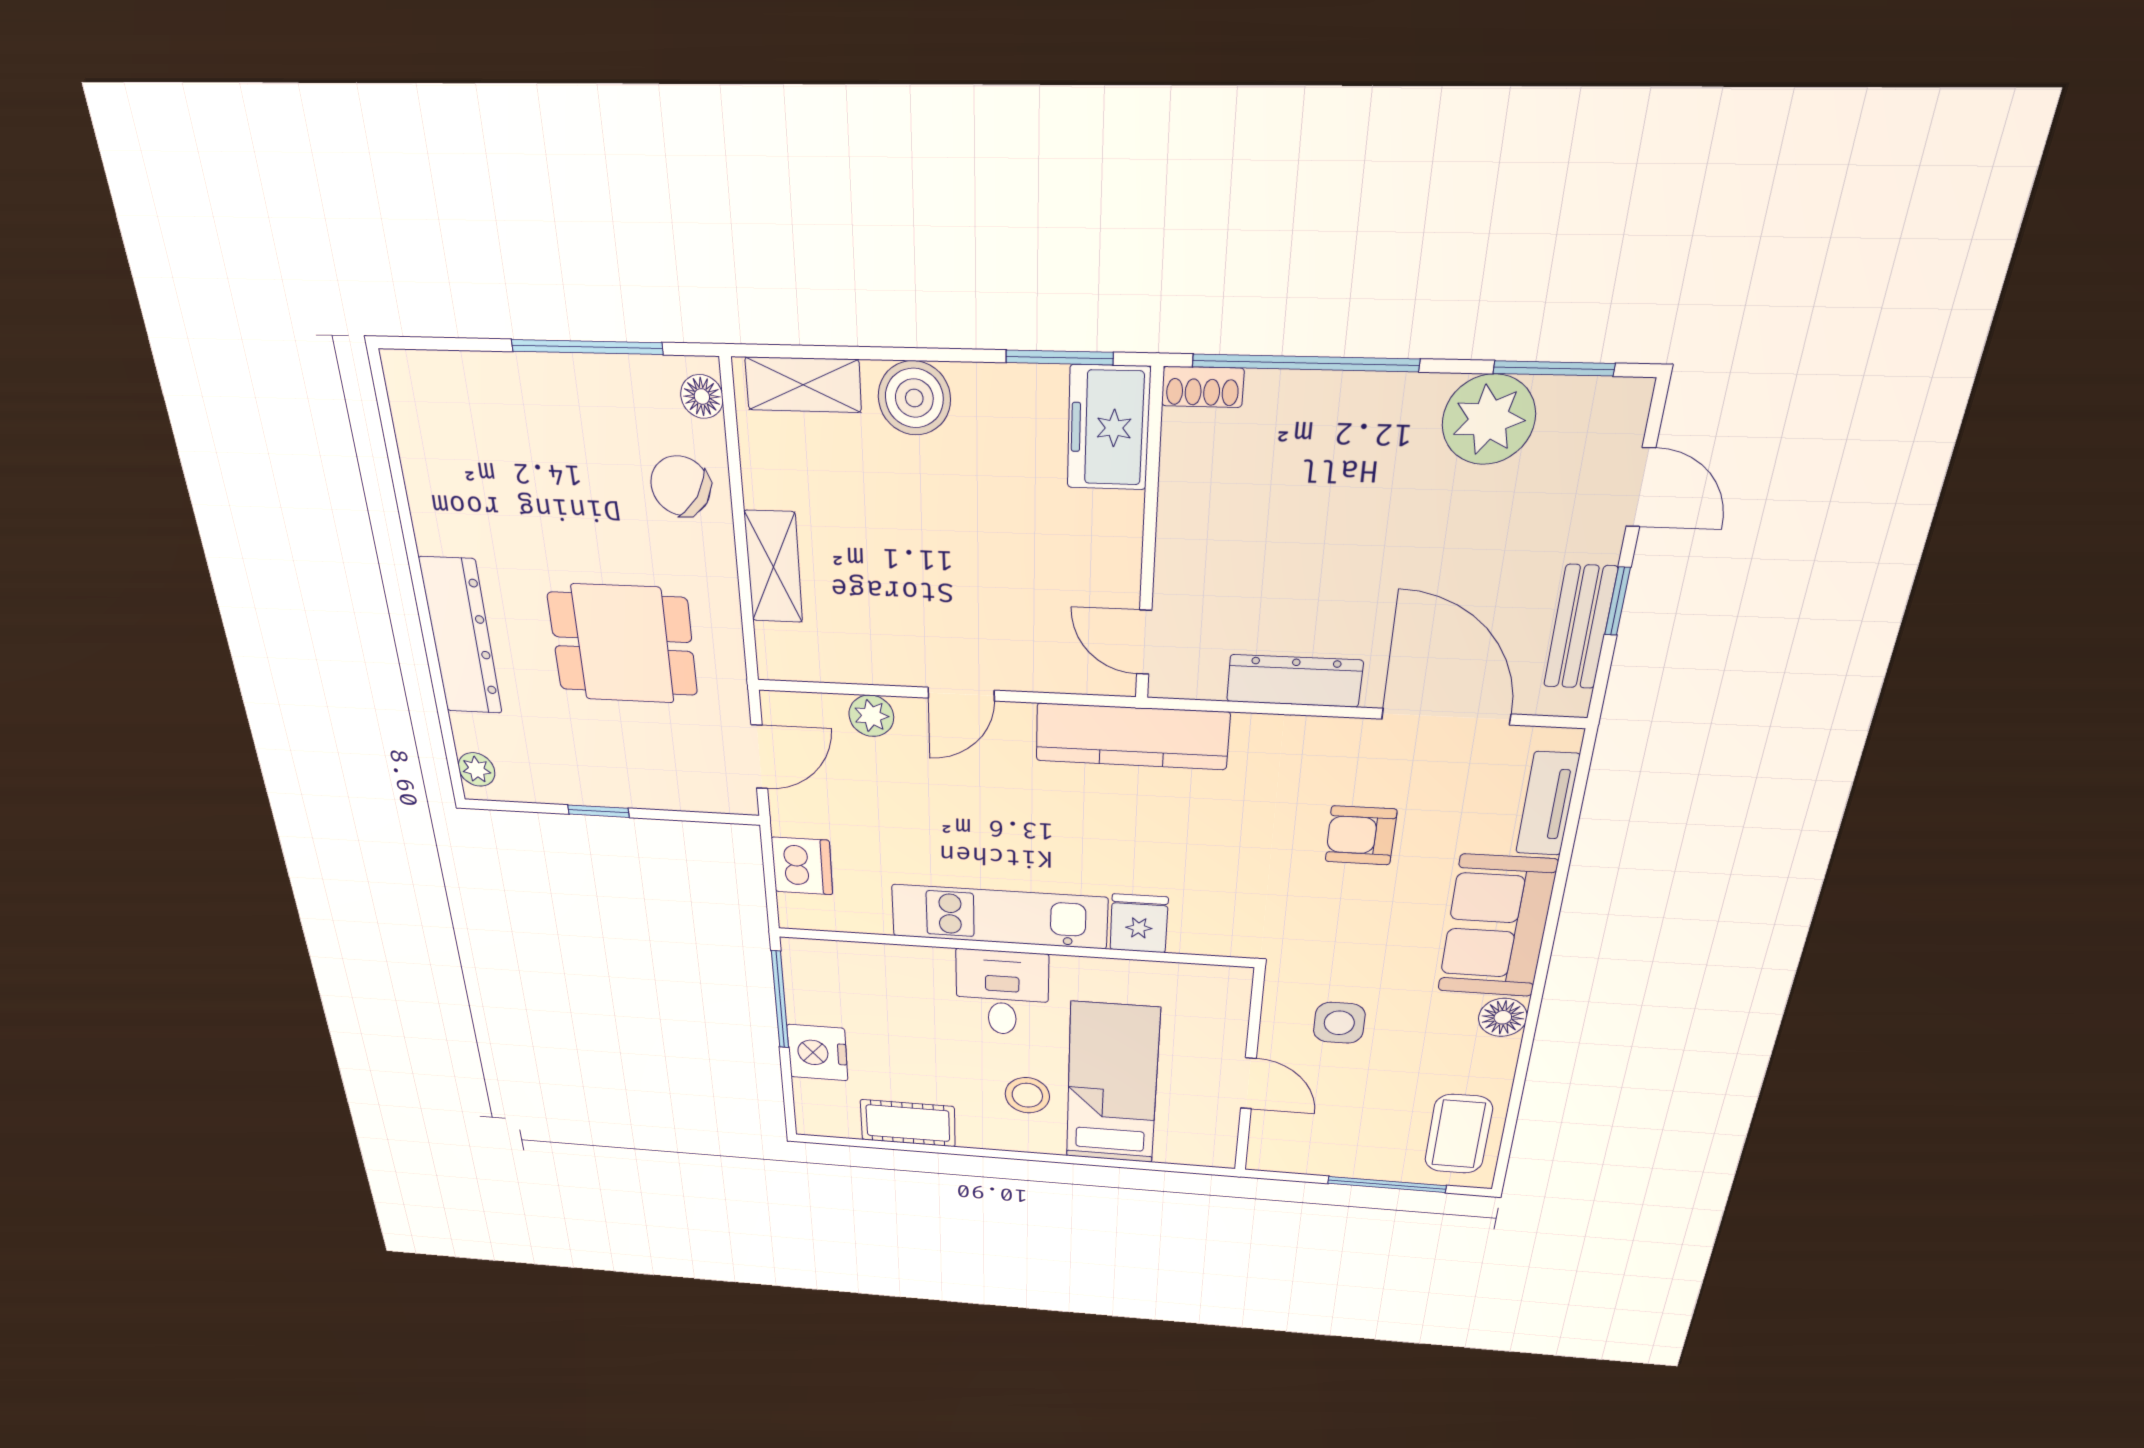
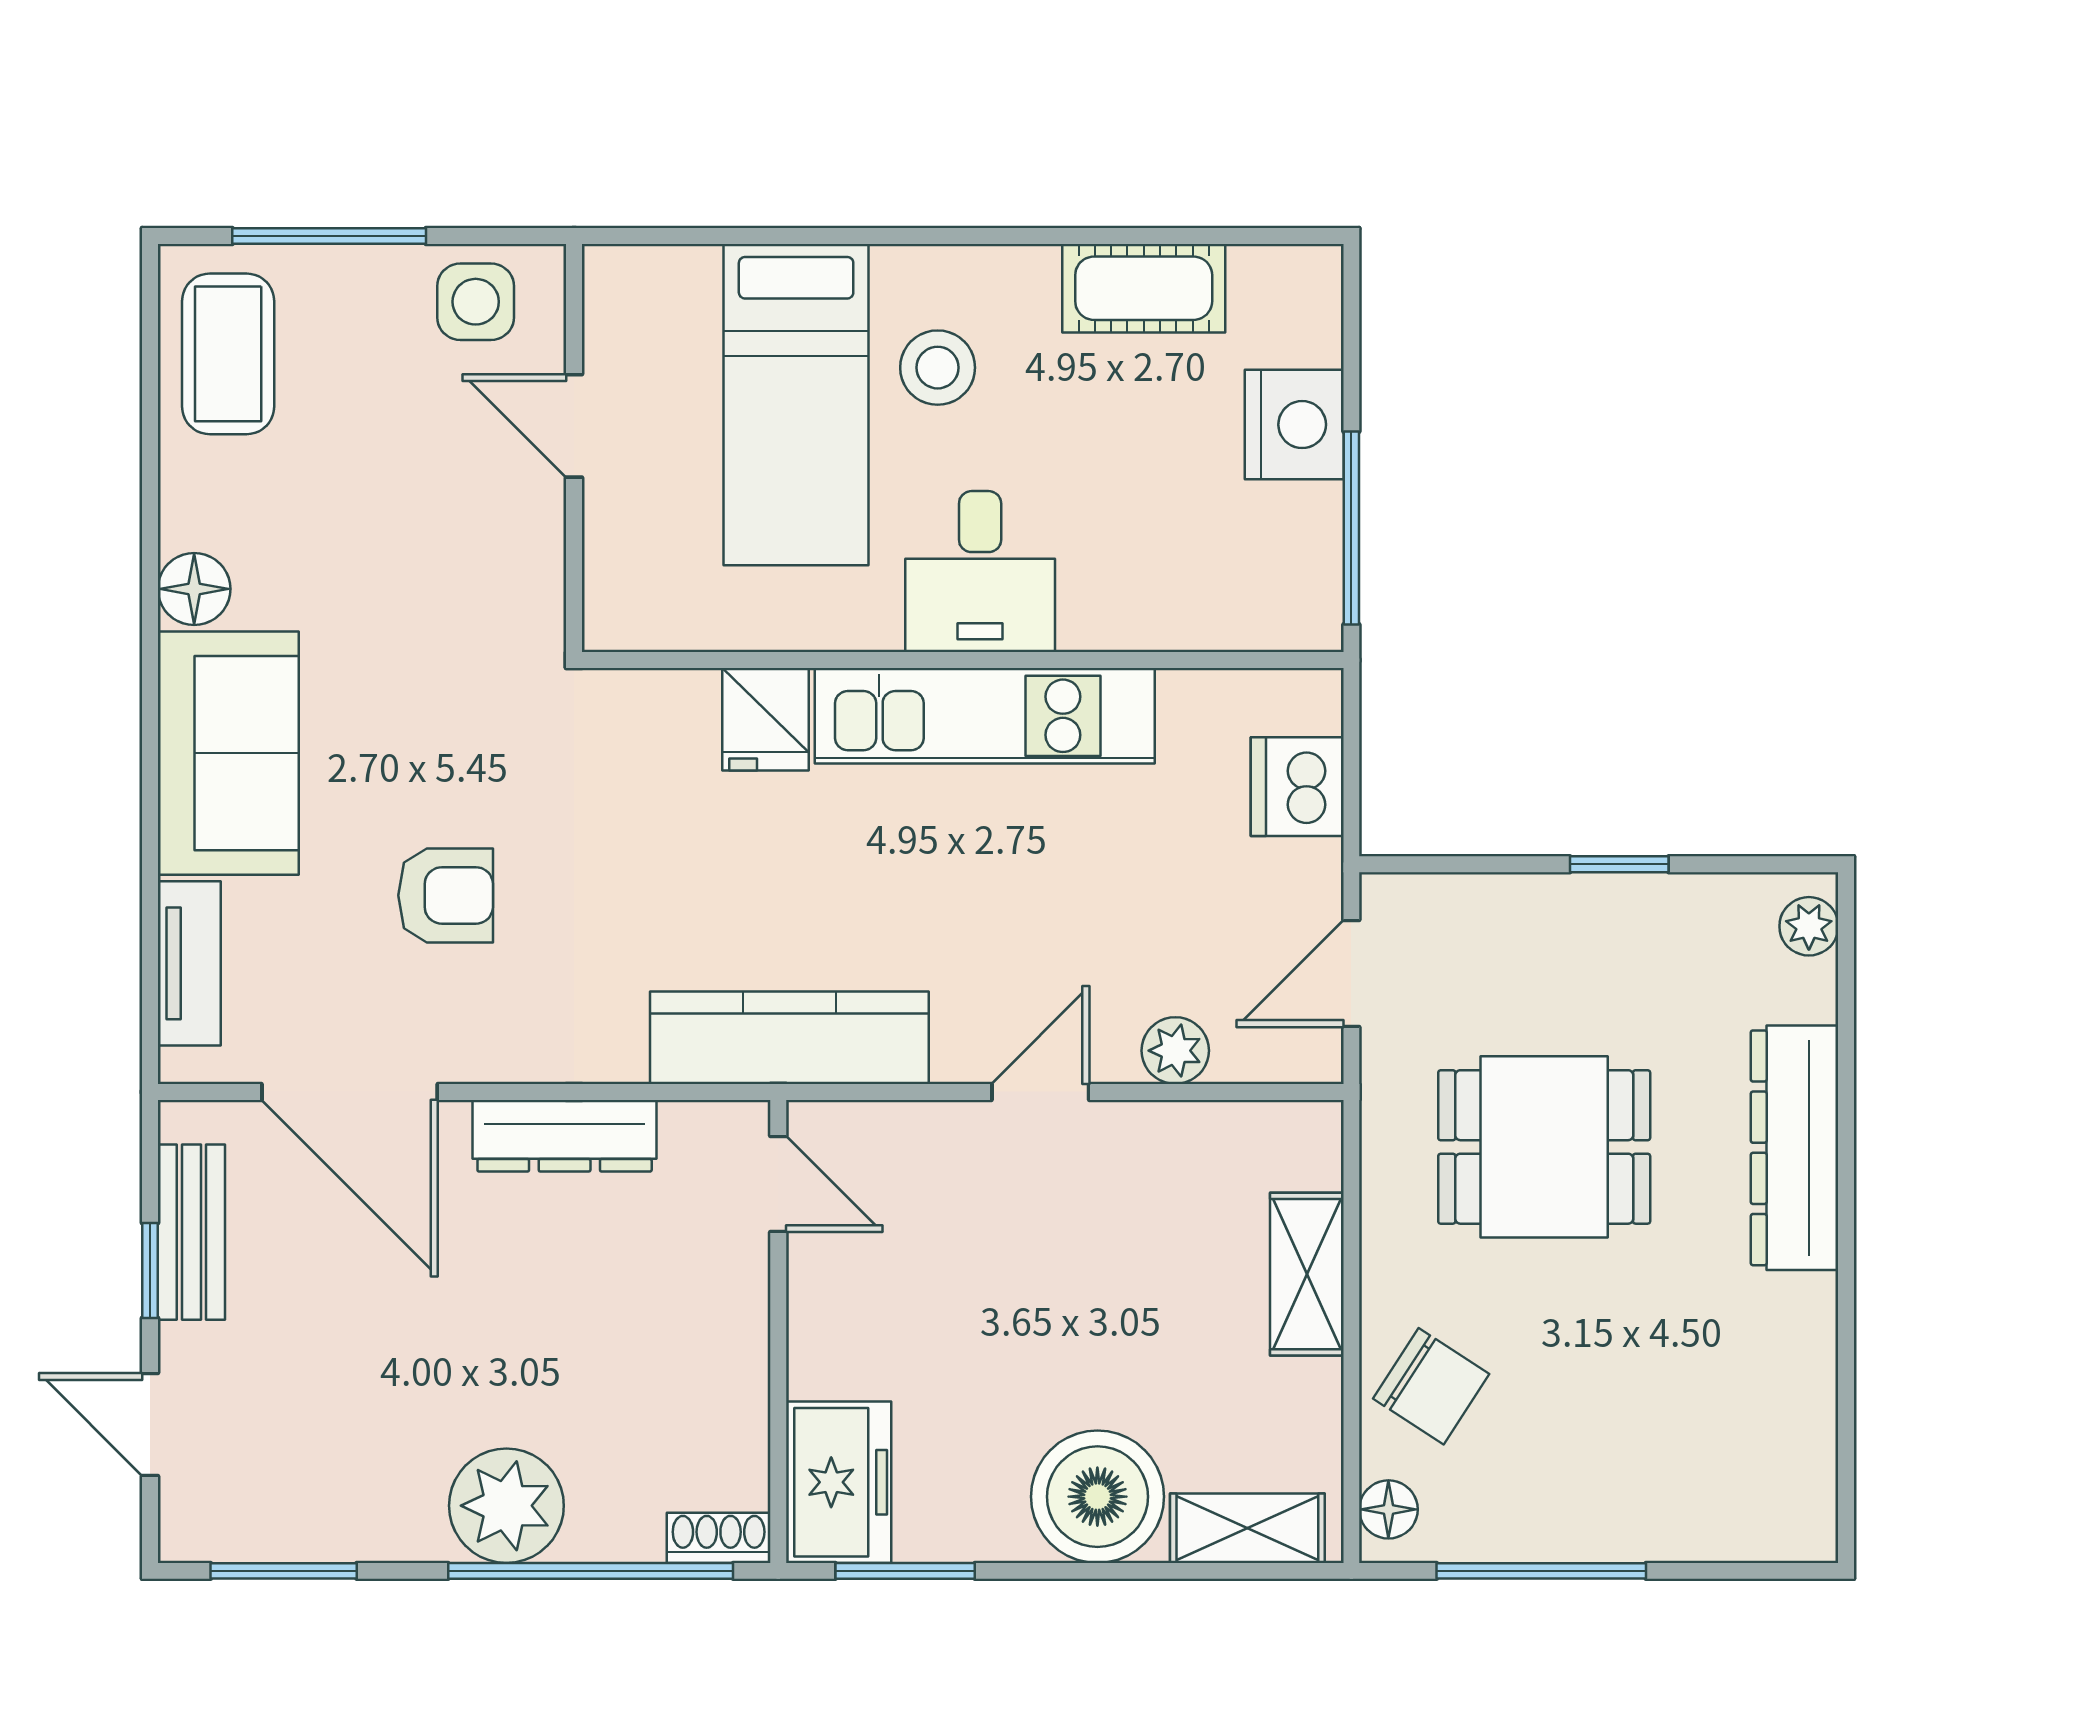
boiler: (914, 398) -> (1097, 1497), width x1.37, depth x1.37
plant: (1489, 420) -> (506, 1506), moved
side table: (1339, 1023) -> (476, 302), moved

